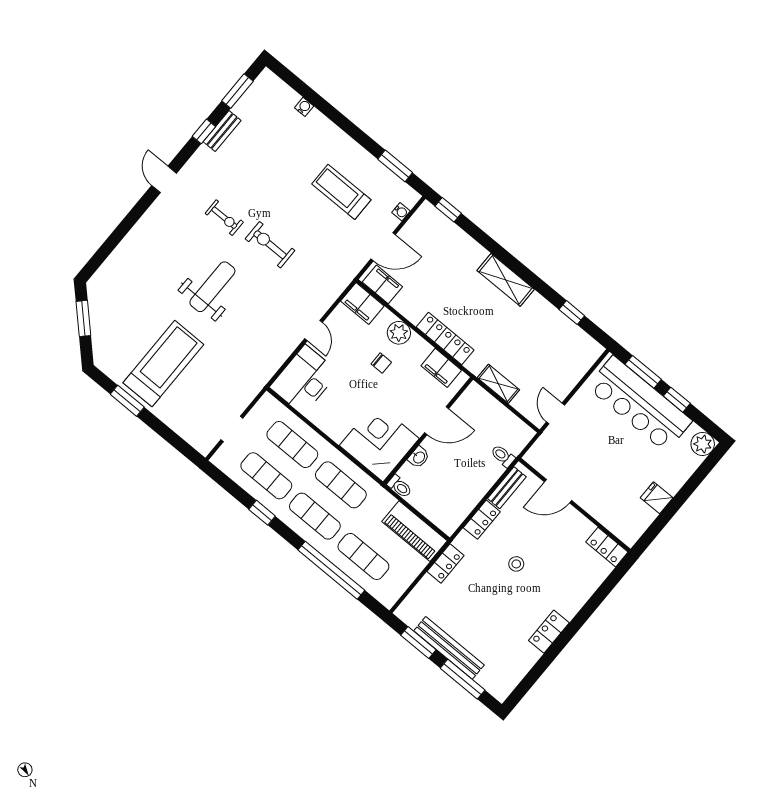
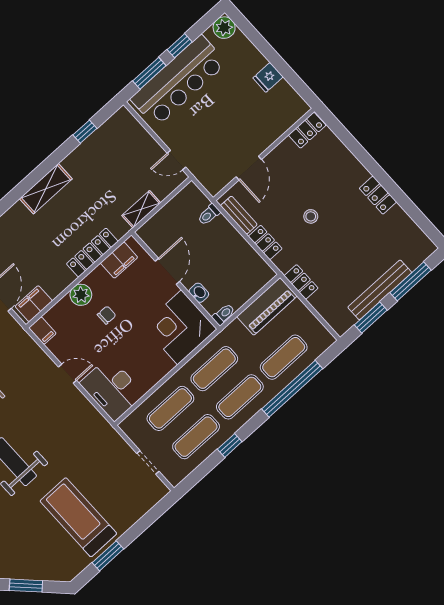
filing cabinet: (362, 303) -> (42, 331), width x0.50

